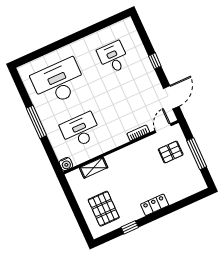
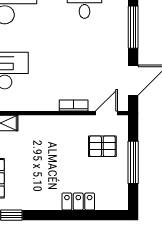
window: (155, 61) -> (133, 27), width x2.17
locker: (155, 205) -> (78, 202), moved

